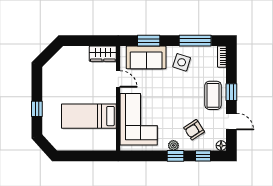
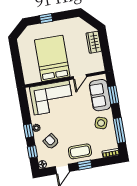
wardrobe: (103, 54) -> (94, 42), moved
bed: (89, 116) -> (52, 58), width x1.50

